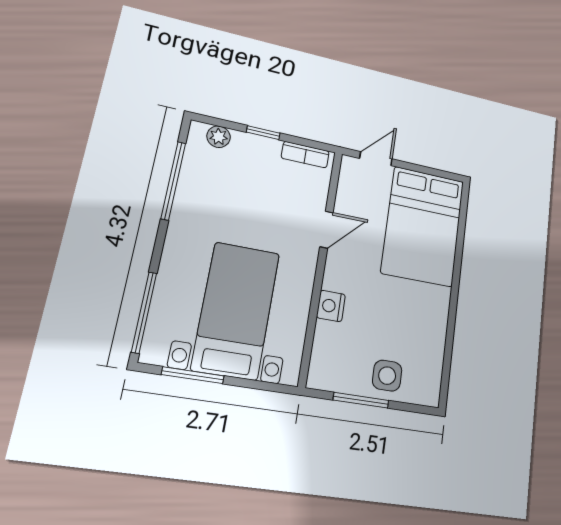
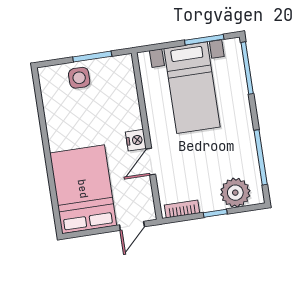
plant: (219, 137) -> (235, 193), width x1.87, depth x1.87
nightstand: (331, 306) -> (136, 140), moved

